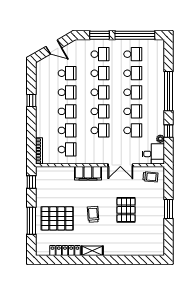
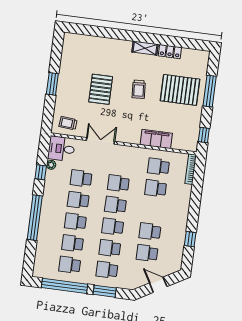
window: (31, 100) -> (190, 239), moved
school desk: (67, 111) -> (153, 210), removed
filing cabinet: (88, 173) -> (156, 139), moved
locker: (65, 250) -> (170, 52), width x0.66

